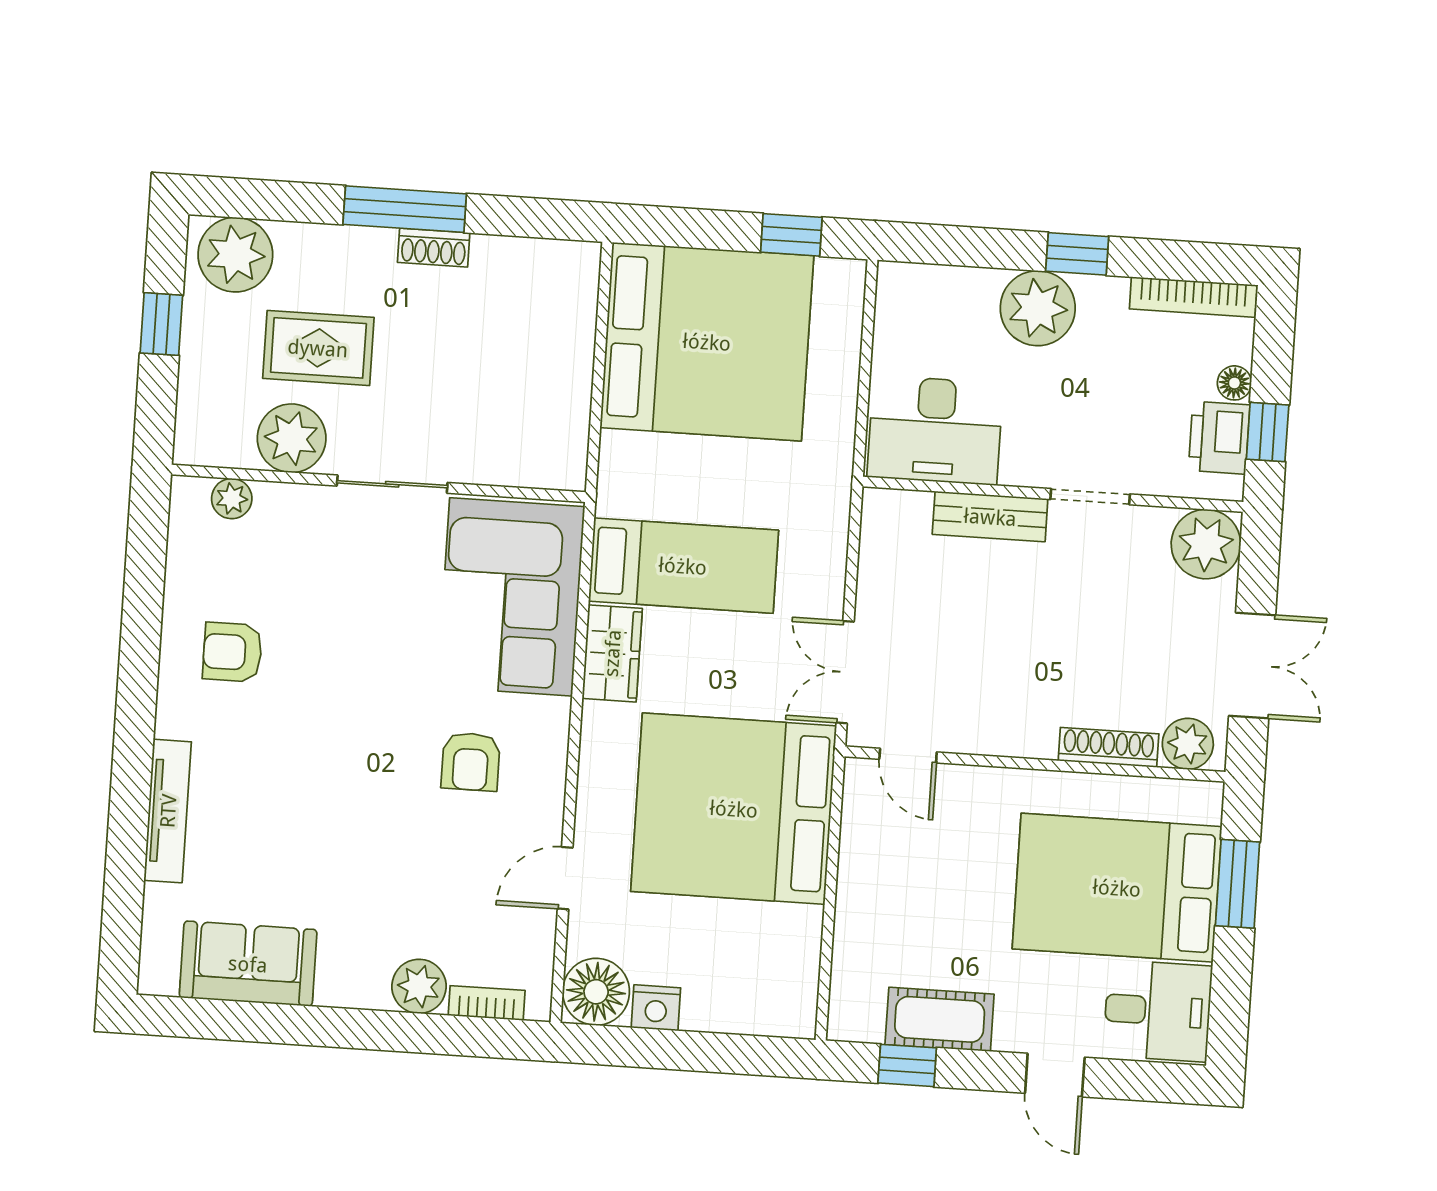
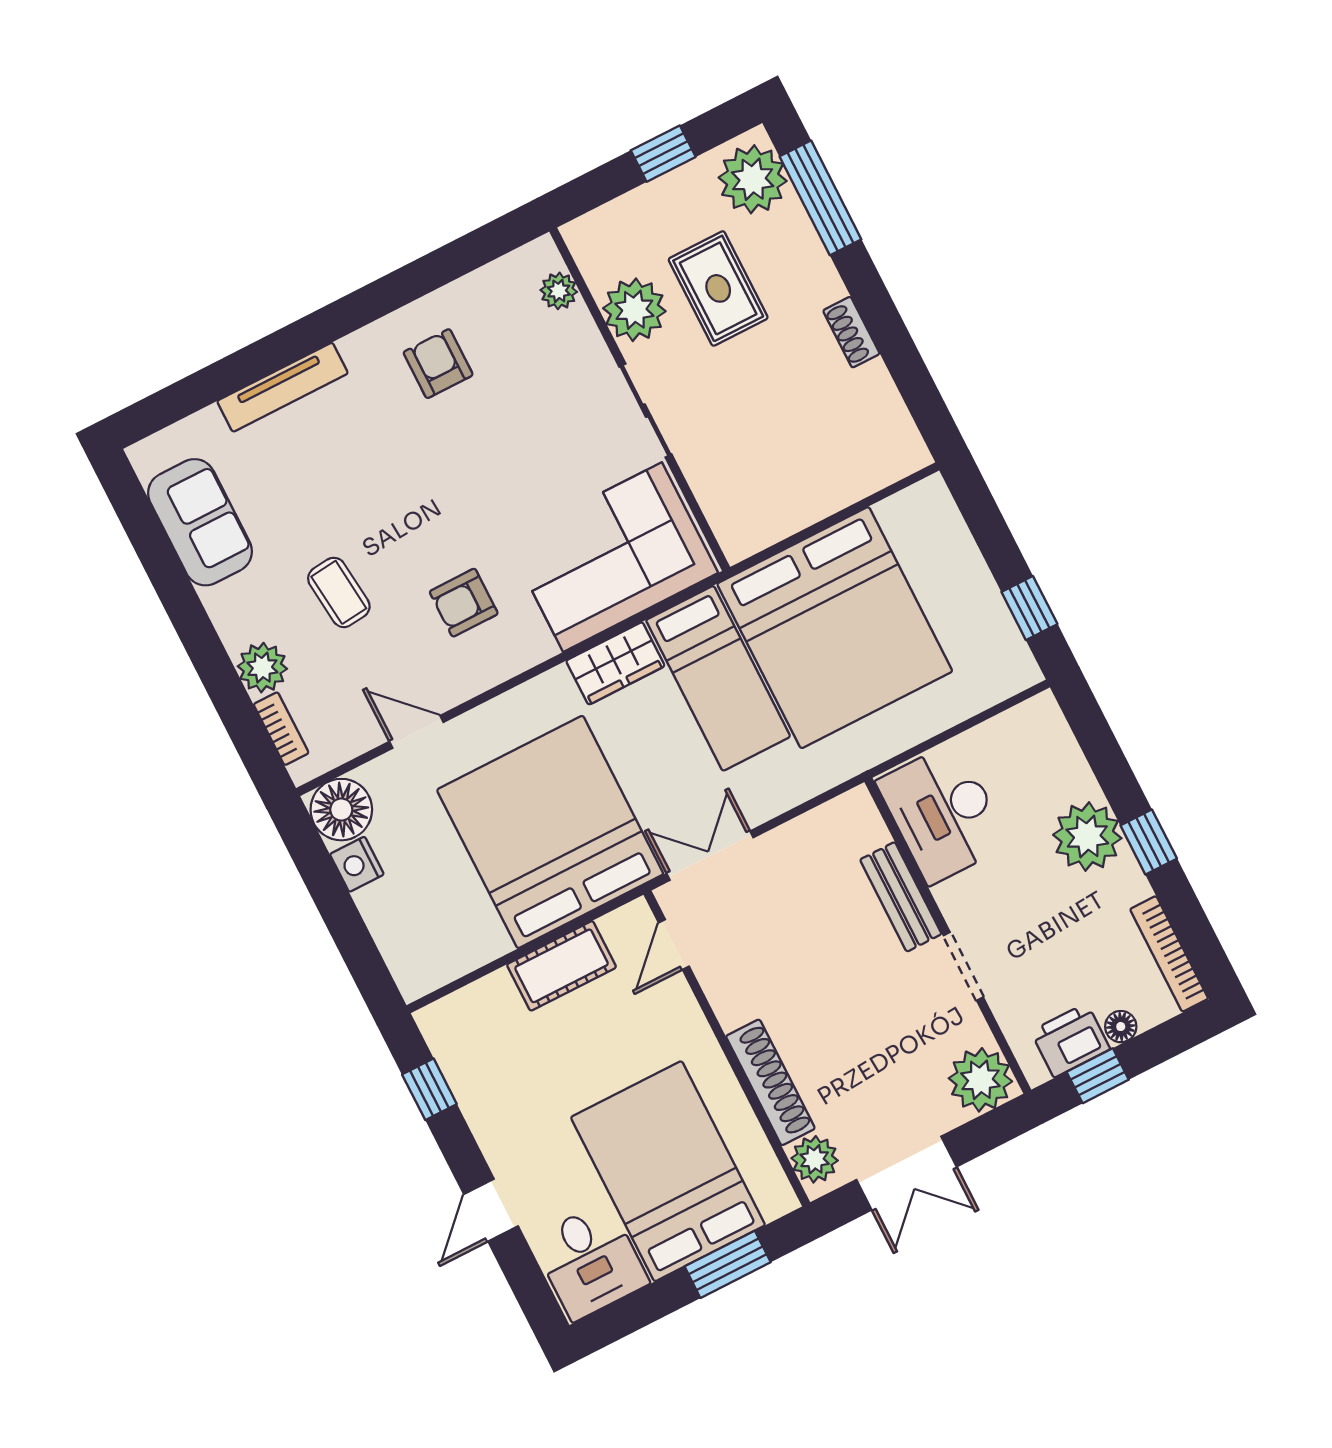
window: (405, 209) -> (820, 198), moved
bed: (707, 342) -> (835, 628), moved
shoe rack: (1109, 747) -> (770, 1082), width x1.36, depth x1.24
coffee table: (391, 873) -> (339, 592), added
cot: (940, 1019) -> (562, 966), moved, turned 90

